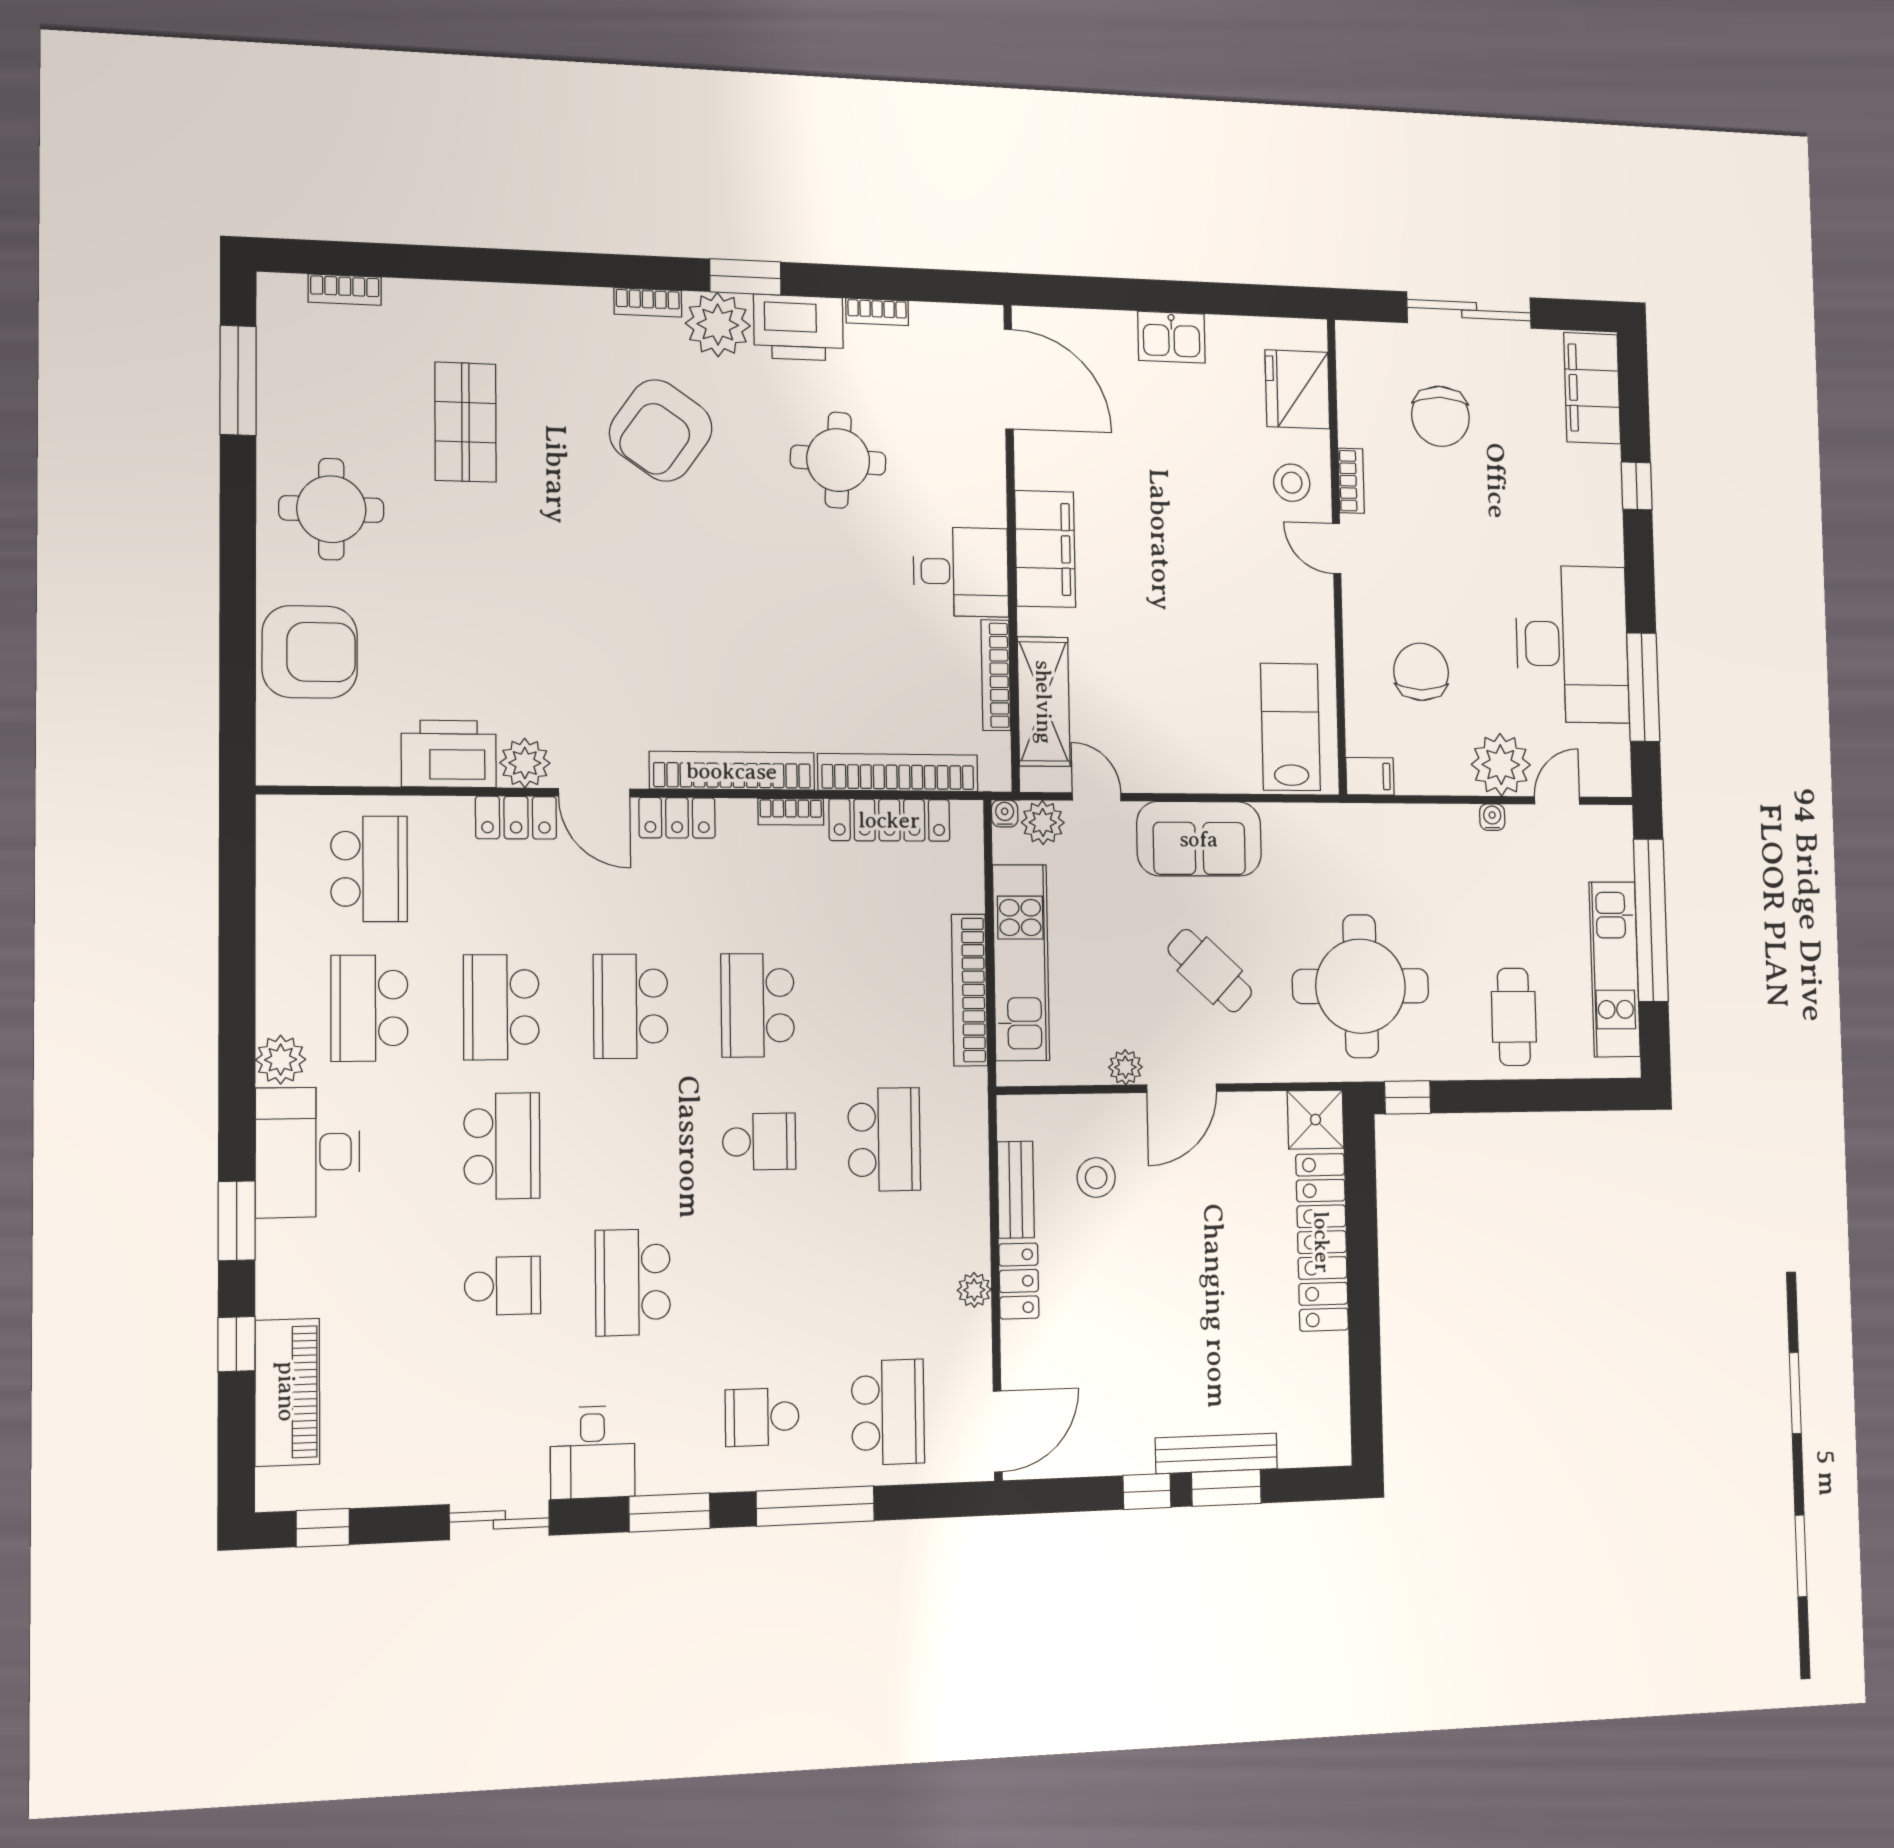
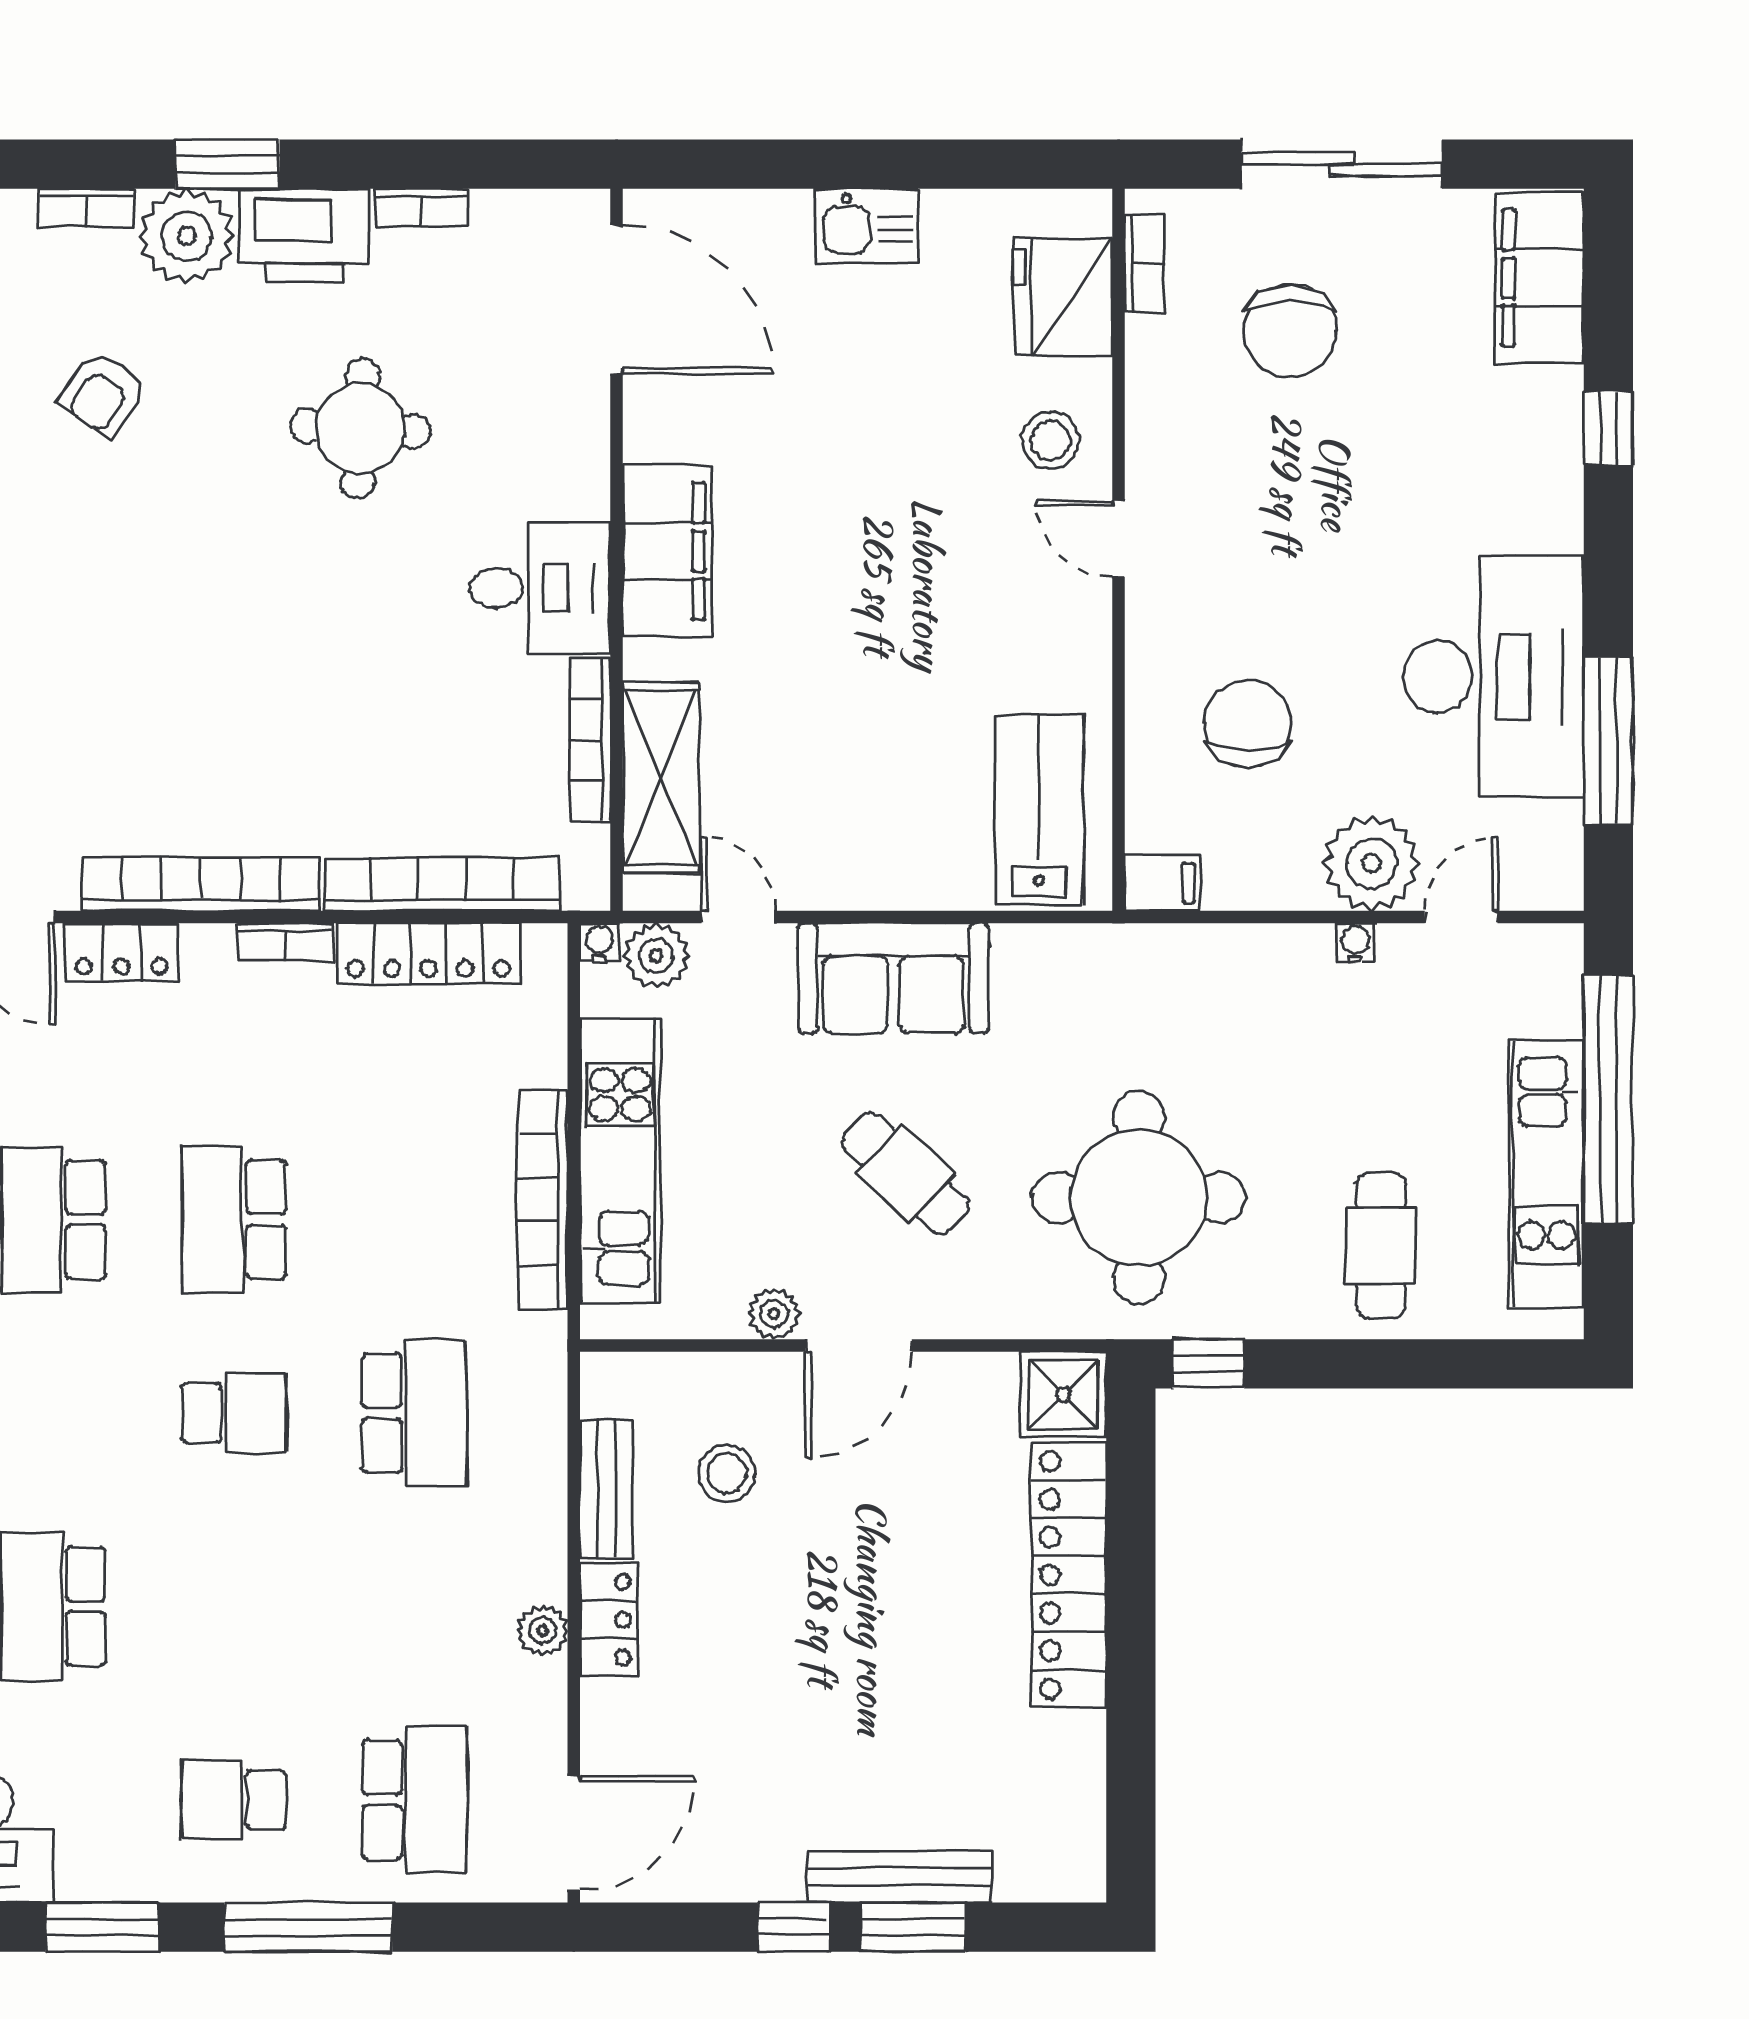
armchair: (661, 430) -> (103, 394), width x0.53, depth x0.53
bookcase: (1351, 481) -> (1144, 264), moved

